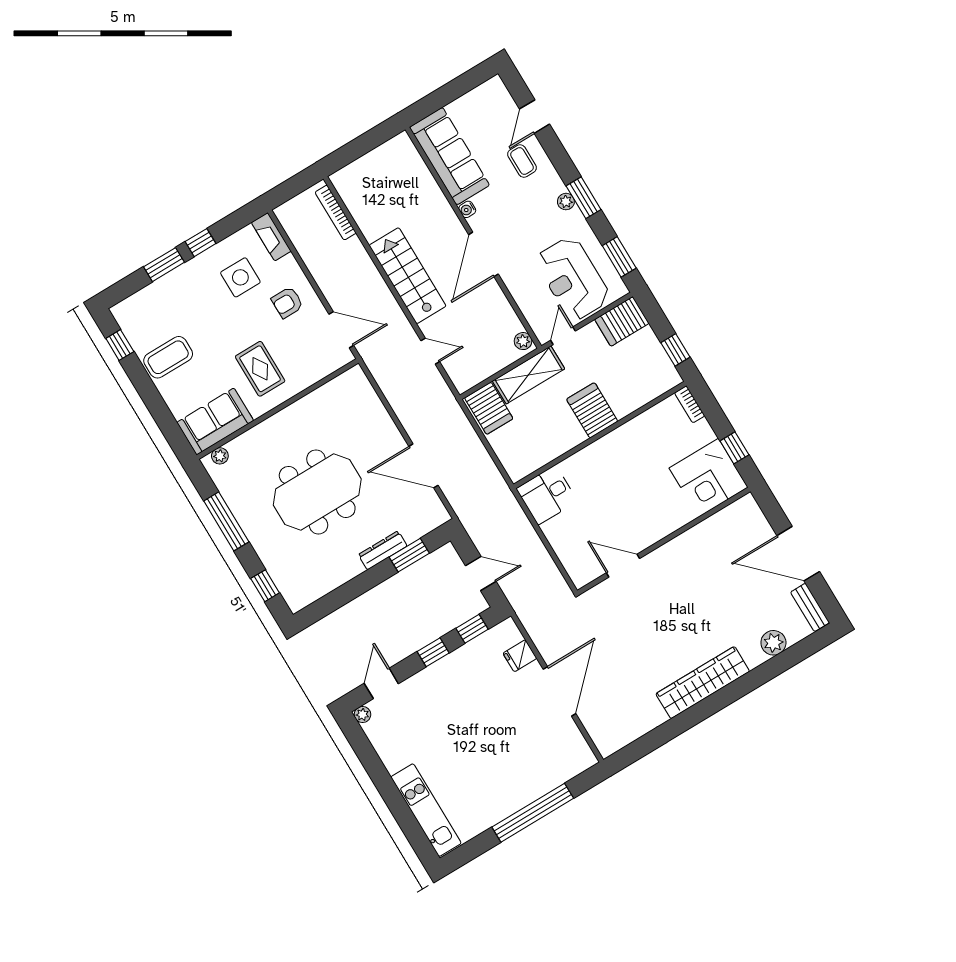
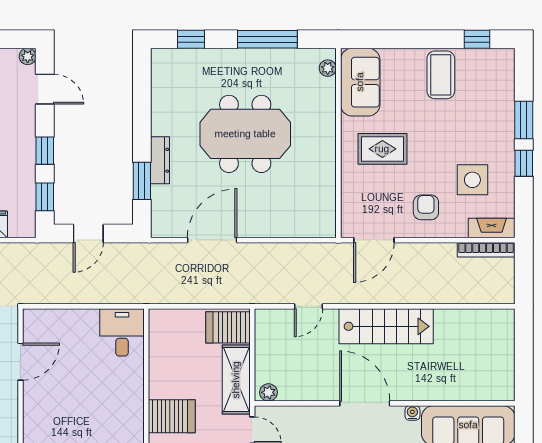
bookcase: (336, 213) -> (486, 250), moved, turned 180
meeting table: (317, 492) -> (245, 134), turned 90

